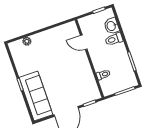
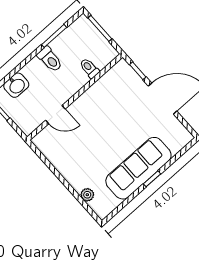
toilet: (114, 39) -> (50, 59), moved
door: (84, 42) -> (55, 115), hinge flipped
sofa: (36, 96) -> (138, 168), moved

